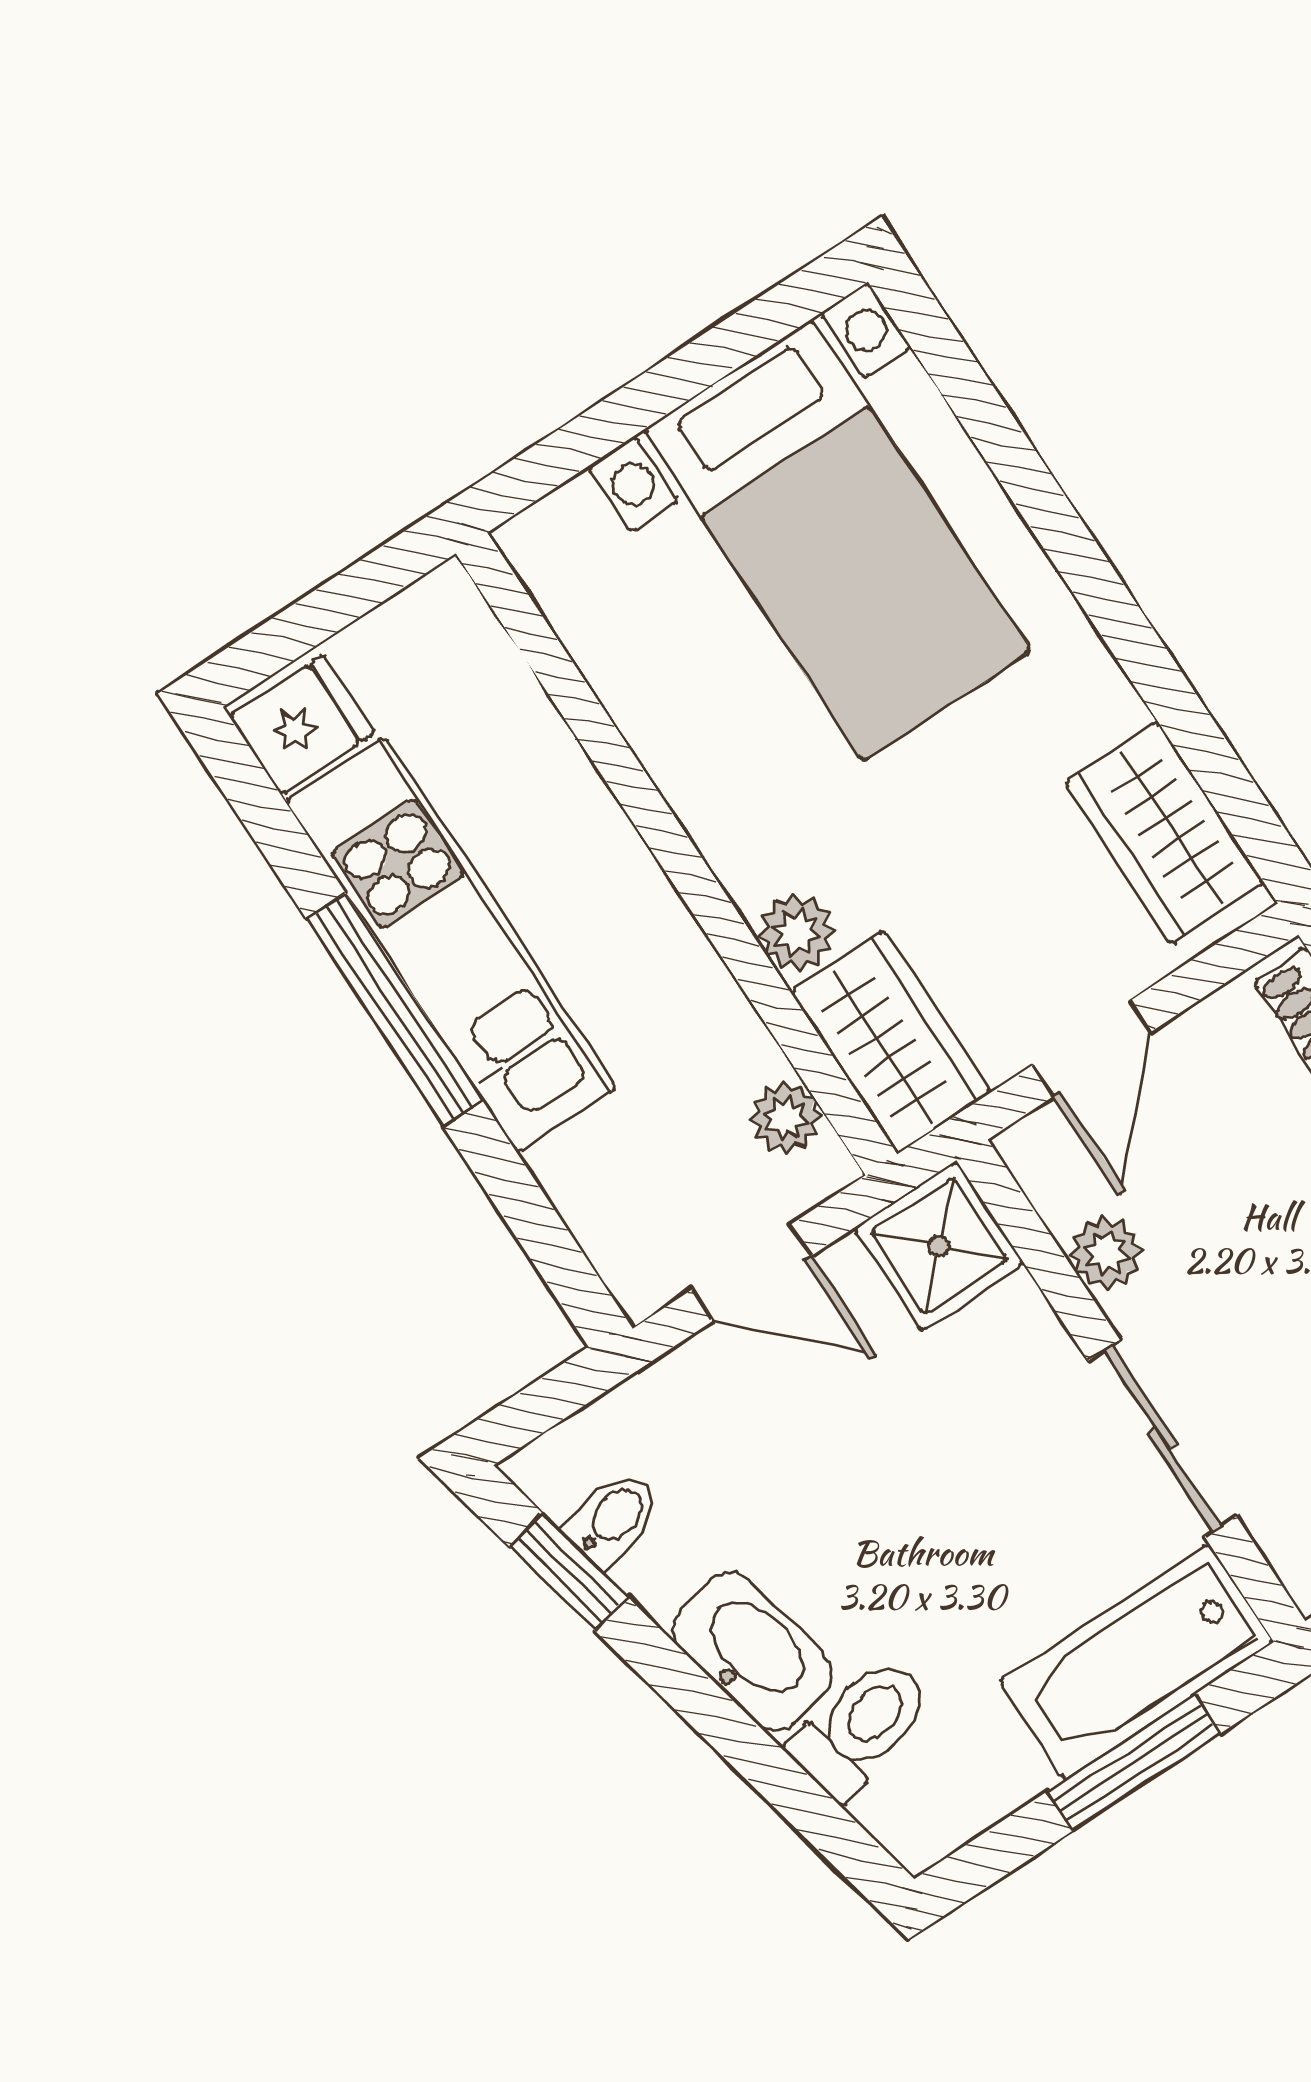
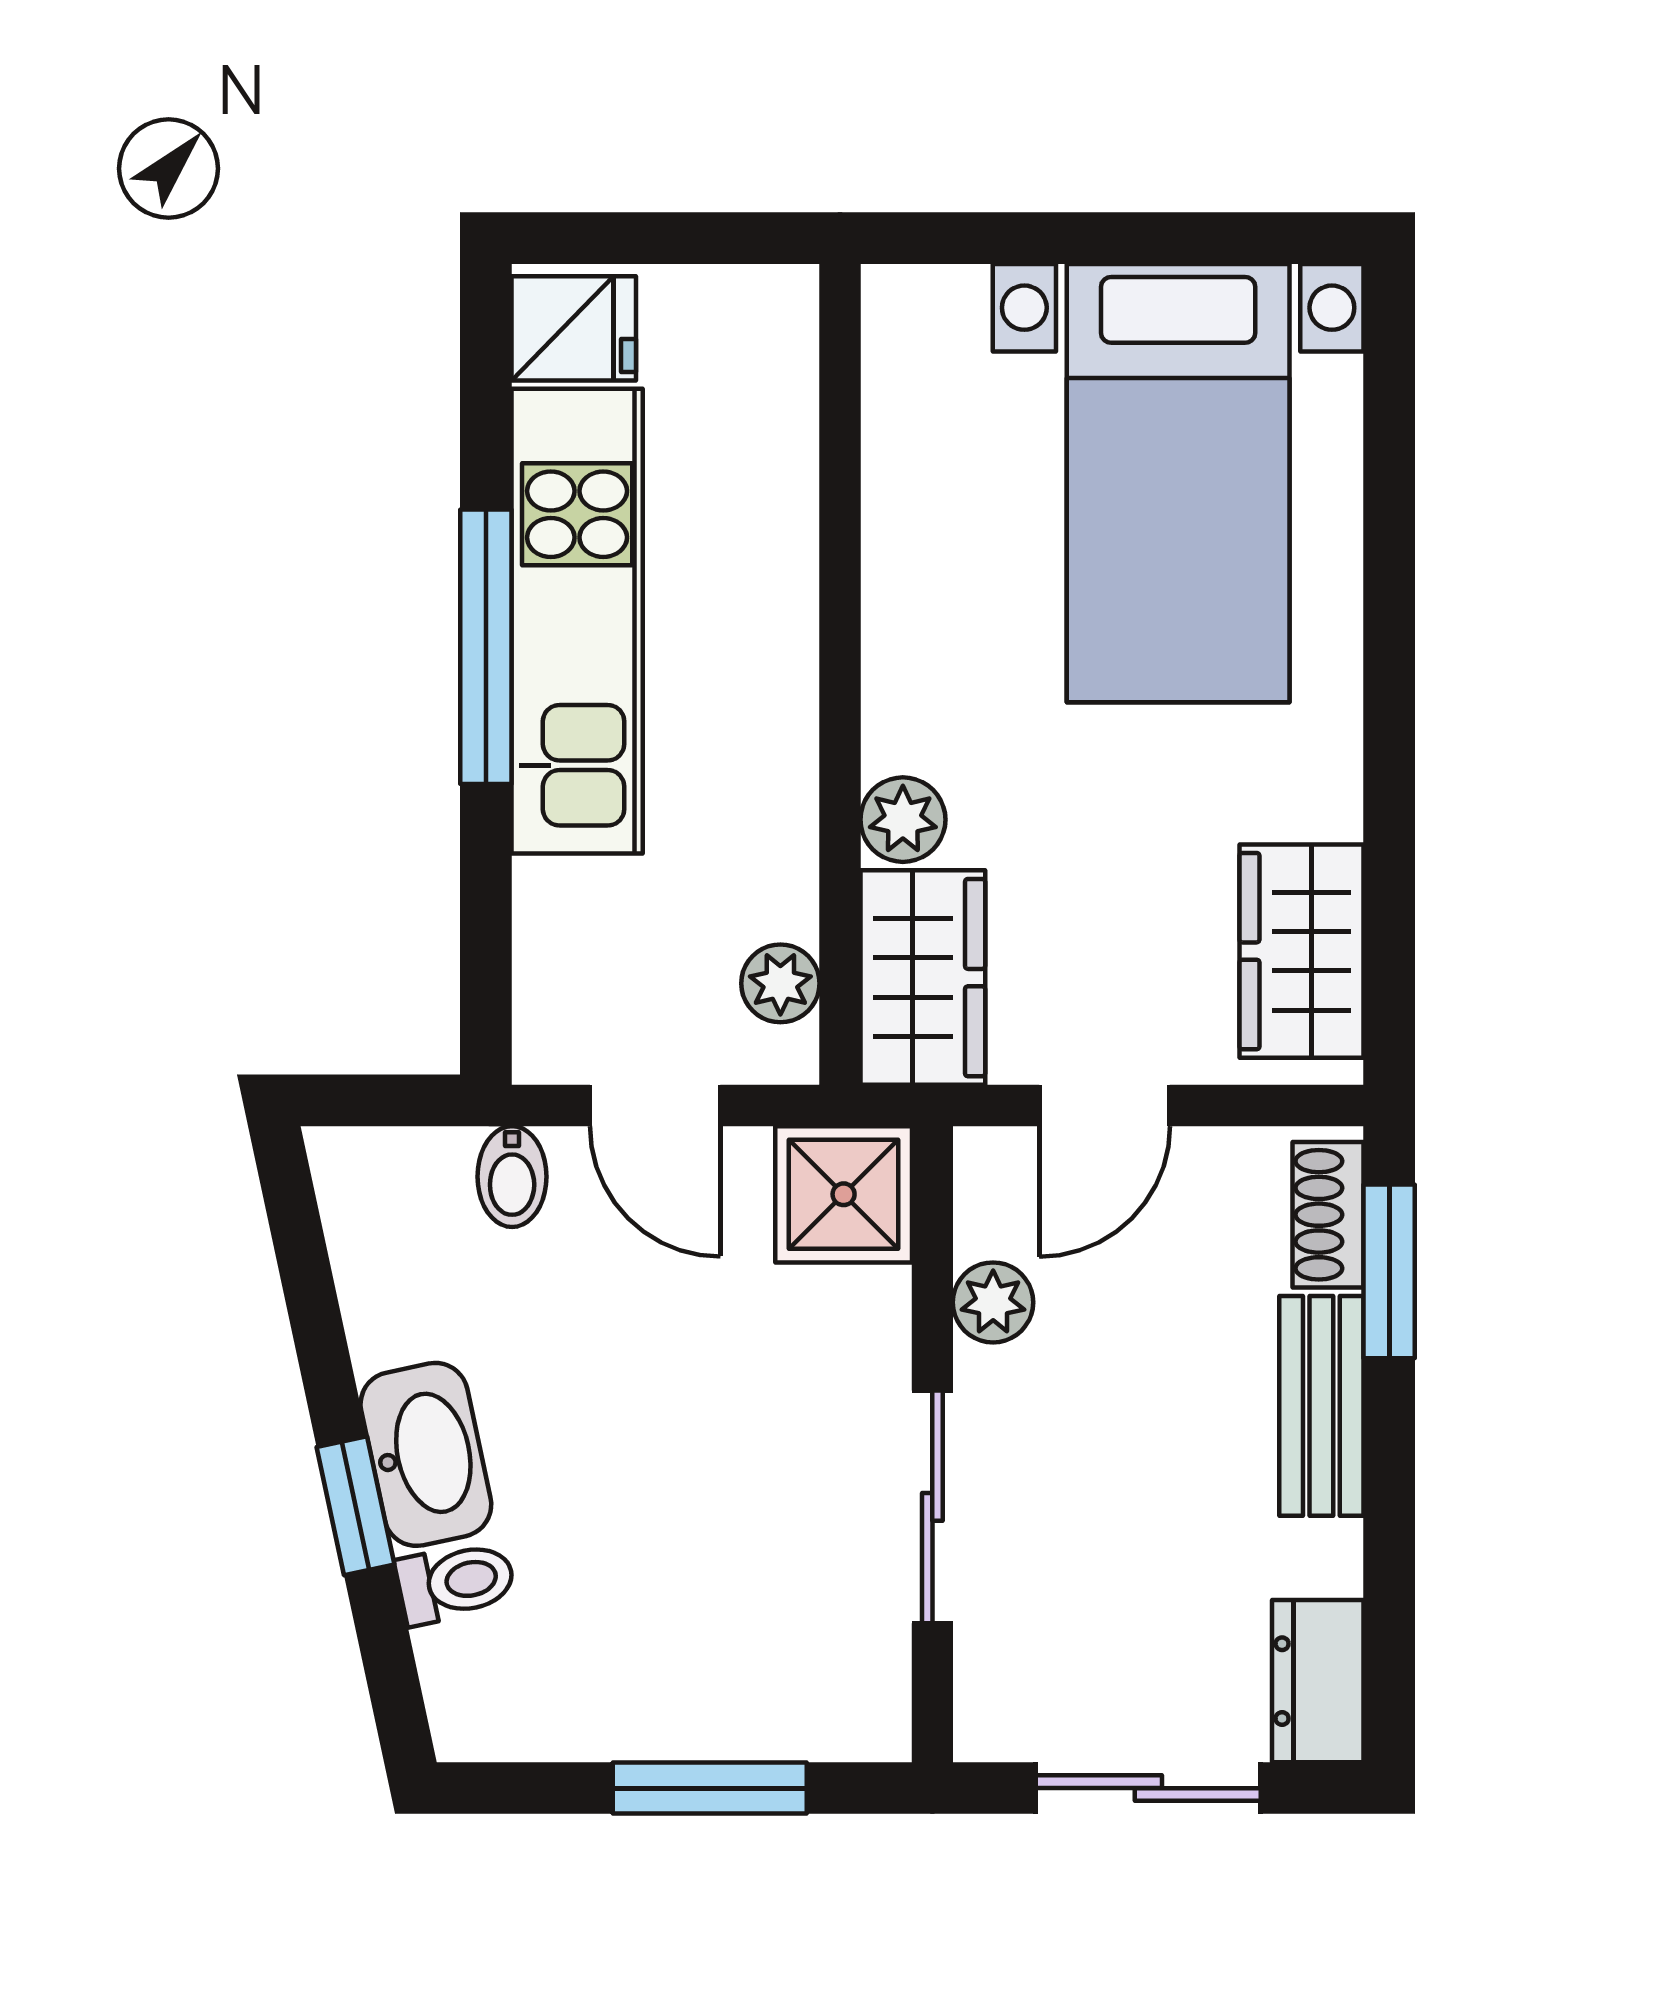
bidet: (613, 1519) -> (512, 1177), moved, turned 102
window: (569, 1572) -> (355, 1506), moved
bathtub: (1137, 1662) -> (773, 1697), removed
toilet: (861, 1727) -> (456, 1582), width x0.73, depth x0.72

